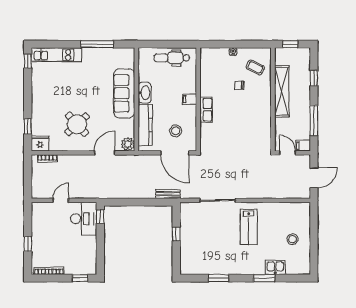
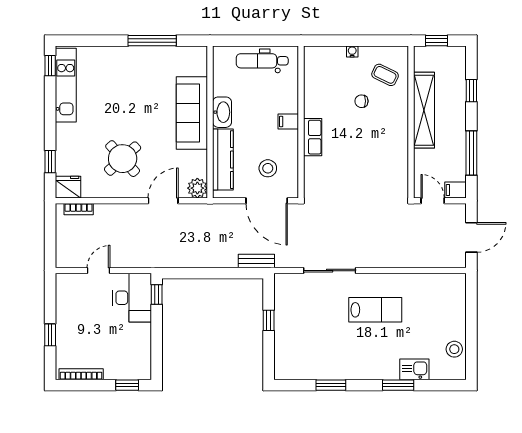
kitchen unit: (57, 55) -> (66, 85), moved, turned -90
lab bench: (249, 227) -> (375, 310), turned -90
stool: (292, 239) -> (454, 349), moved

